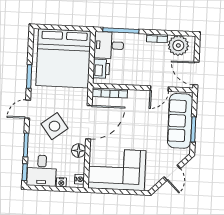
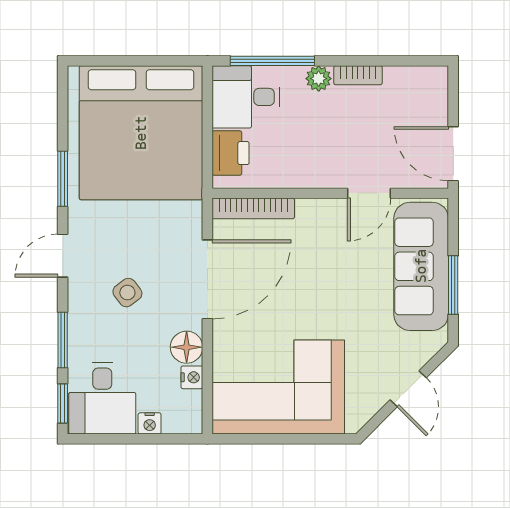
plant: (178, 45) -> (319, 79), moved, width x0.53, depth x0.53
side table: (54, 126) -> (127, 293), width x0.54, depth x0.54
nightstand: (80, 179) -> (192, 377), moved

